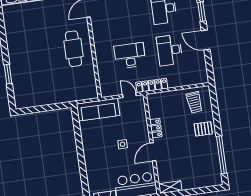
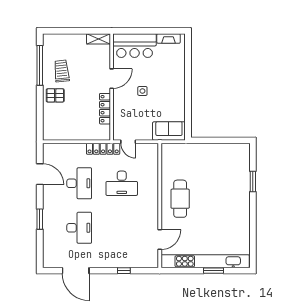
door: (206, 40) -> (40, 174), moved
trolley: (194, 102) -> (62, 71), moved
sofa: (98, 110) -> (169, 131), width x0.73
locker: (156, 128) -> (105, 109), width x1.53

